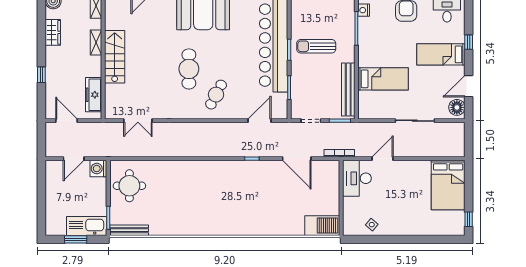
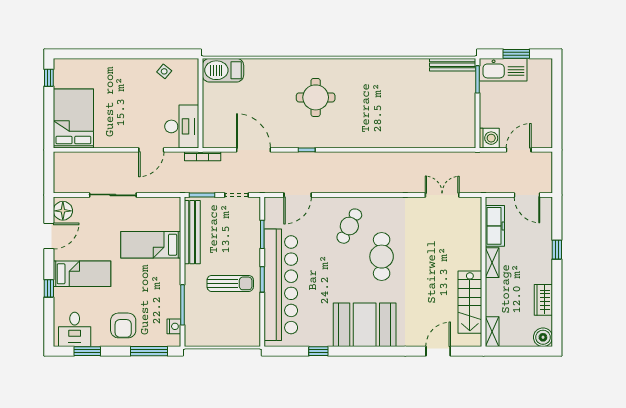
shelving: (96, 43) -> (492, 263), moved
stairs: (115, 57) -> (470, 302), moved
round table: (129, 186) -> (316, 97), moved

